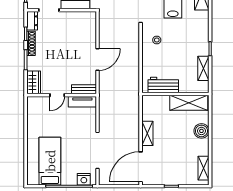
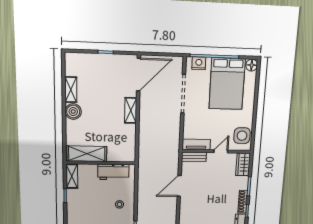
workbench: (163, 85) -> (113, 172), moved
wall: (175, 94) -> (101, 163), moved
shelving: (189, 103) -> (87, 154), moved
side table: (37, 111) -> (242, 136), added
bed: (50, 161) -> (227, 84), width x1.50
shelving: (204, 168) -> (71, 90), moved
floor lamp: (32, 179) -> (252, 65), added

